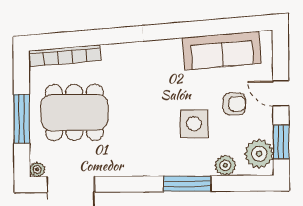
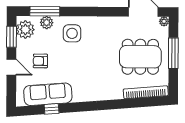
window: (216, 27) -> (52, 109), added
side table: (194, 124) -> (72, 33), moved
window: (187, 184) -> (45, 11), moved

